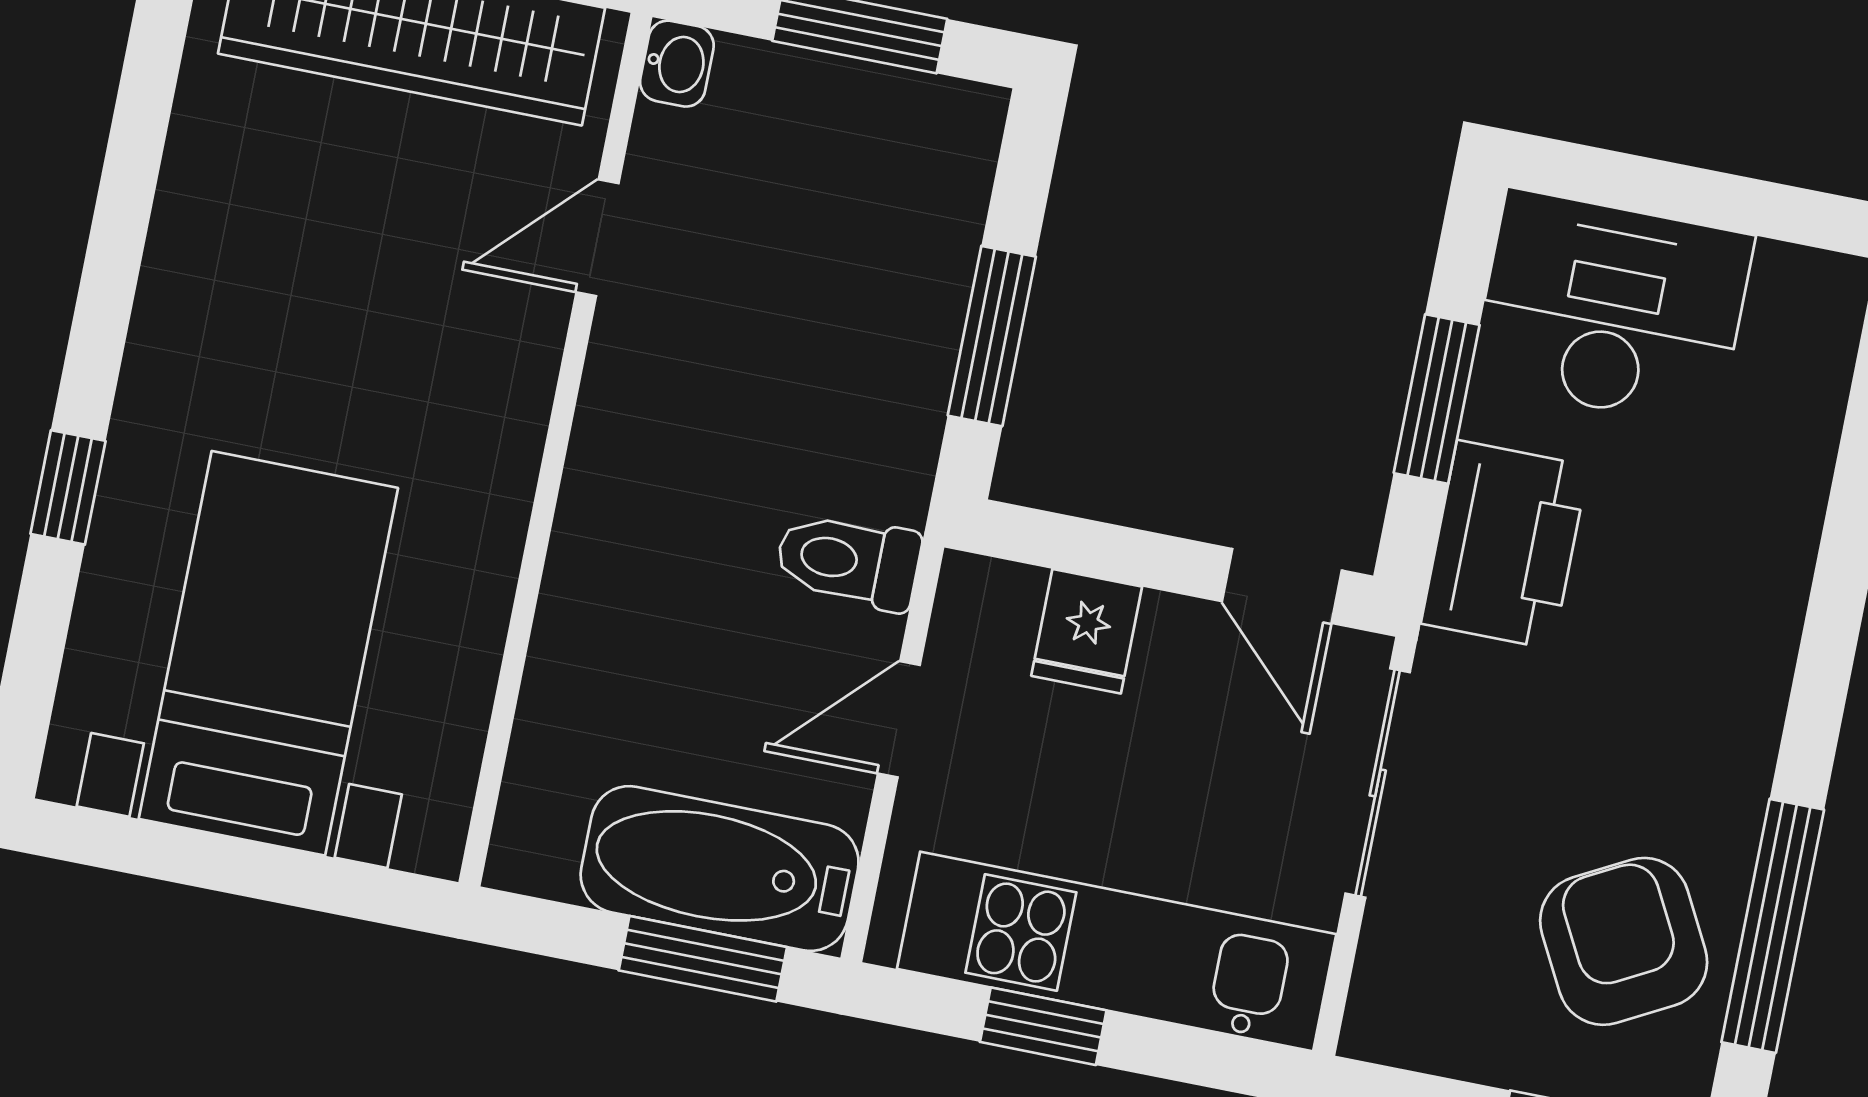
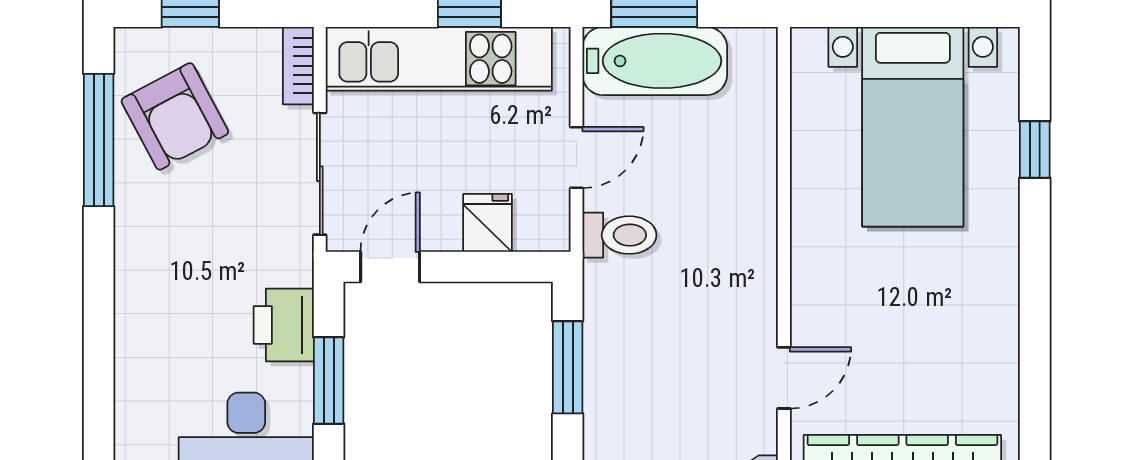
window: (68, 487) -> (1035, 150), moved
printer: (1505, 545) -> (284, 325), width x0.73, depth x0.84
door: (1282, 586) -> (390, 267), hinge flipped
bookcase: (1378, 990) -> (298, 66), added

